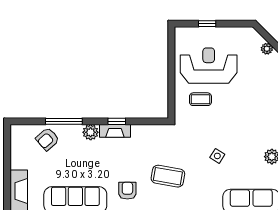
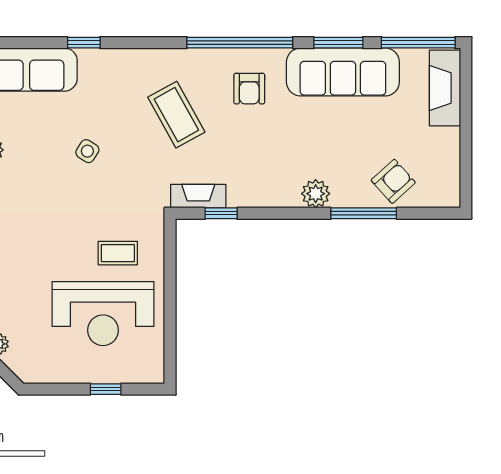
window: (117, 121) -> (221, 213), moved
fireplace: (115, 131) -> (198, 196), moved
coffee table: (168, 176) -> (176, 115), turned 51

